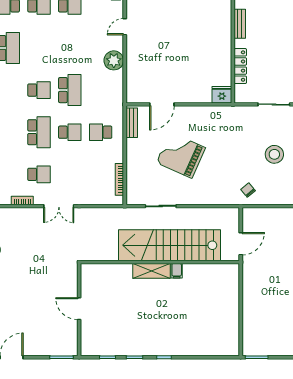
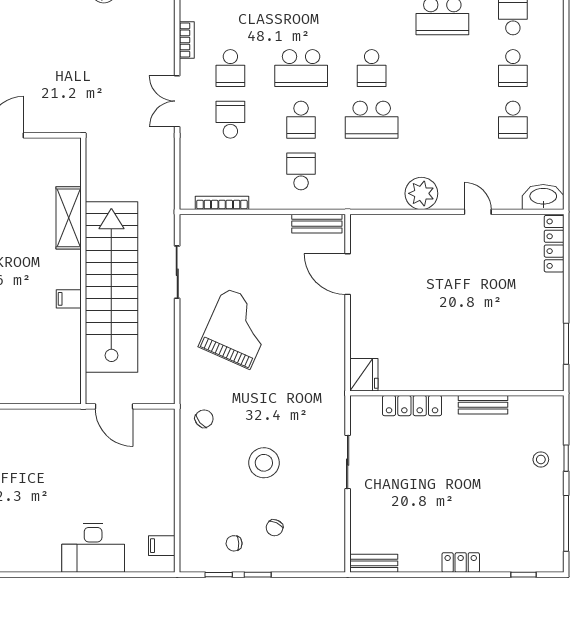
grand piano: (181, 155) -> (237, 328), moved
school desk: (70, 174) -> (230, 120), added
shelving: (151, 271) -> (69, 218), moved

